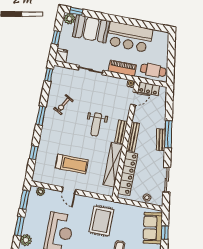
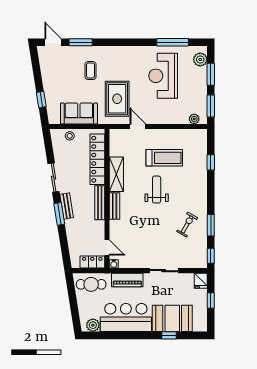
window: (76, 11) -> (169, 335), moved
plant: (69, 19) -> (93, 325), moved
door: (134, 98) -> (107, 248), swing flipped
window: (41, 116) -> (211, 225), moved
weight bench: (96, 124) -> (157, 190), moved
window: (168, 134) -> (59, 214), width x0.69
treadmill: (72, 164) -> (164, 158), turned 180
shelving: (113, 165) -> (116, 174), width x0.68
sliding door: (167, 180) -> (54, 178), moved
door: (69, 190) -> (138, 126), moved
sofa: (153, 228) -> (79, 113), moved, turned -81

